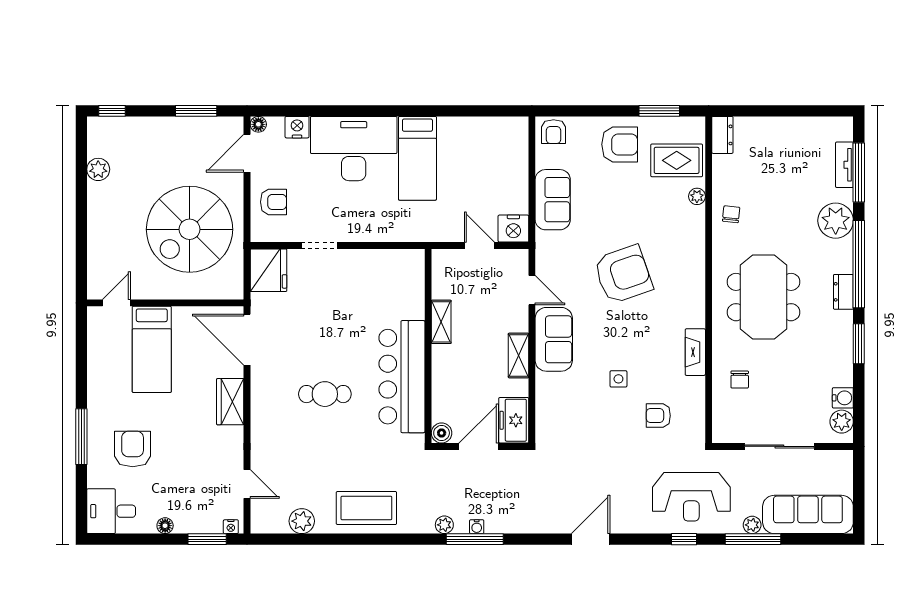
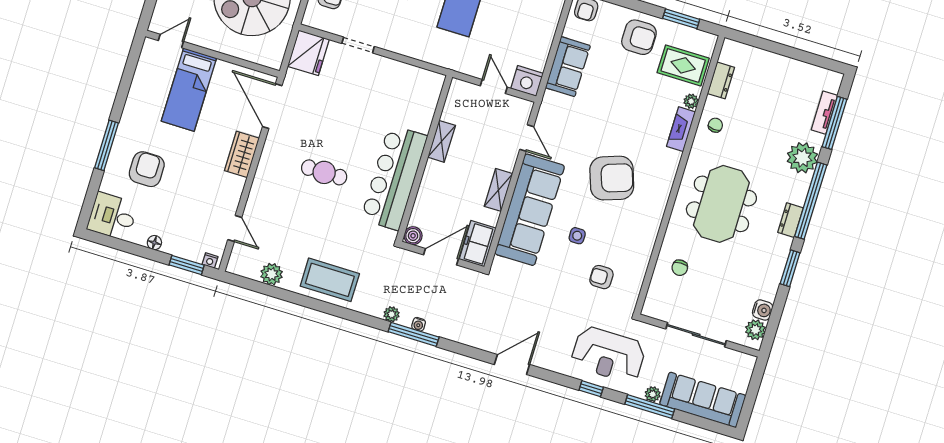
dresser: (722, 135) -> (721, 80), moved
armchair: (623, 274) -> (612, 178), moved
sofa: (554, 339) -> (530, 210), width x1.85, depth x1.27
fireplace: (695, 352) -> (681, 129), moved

